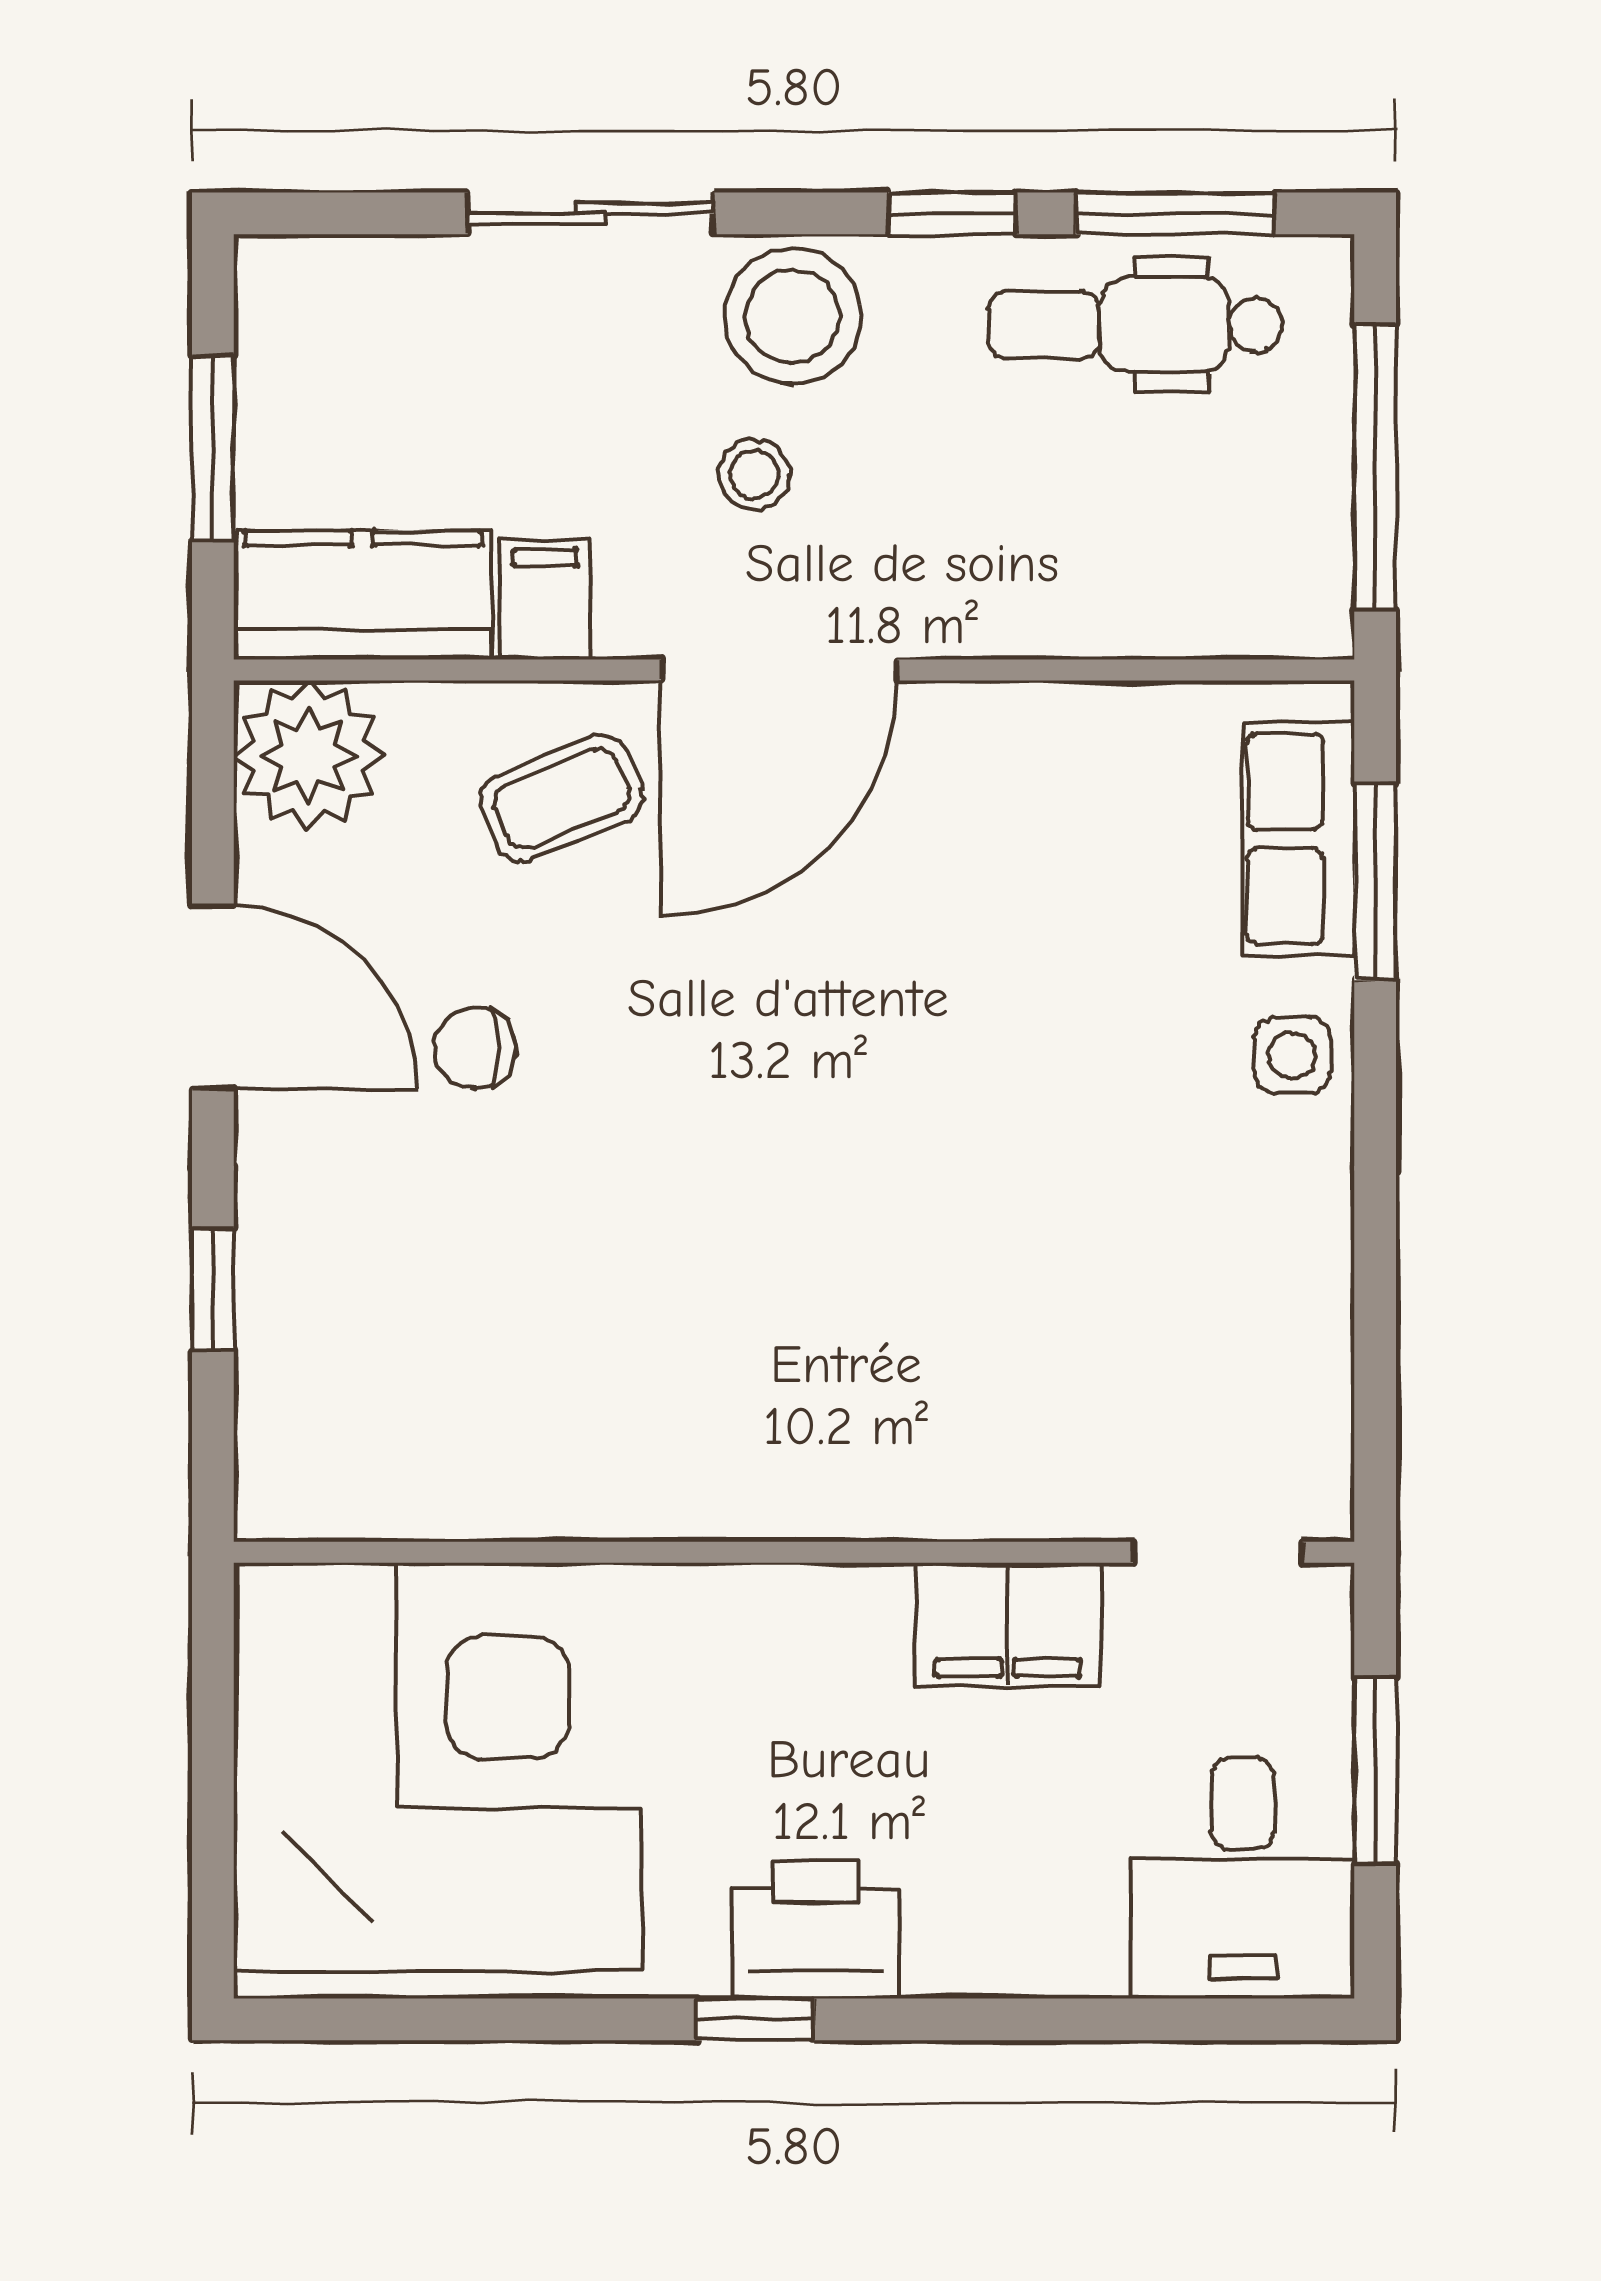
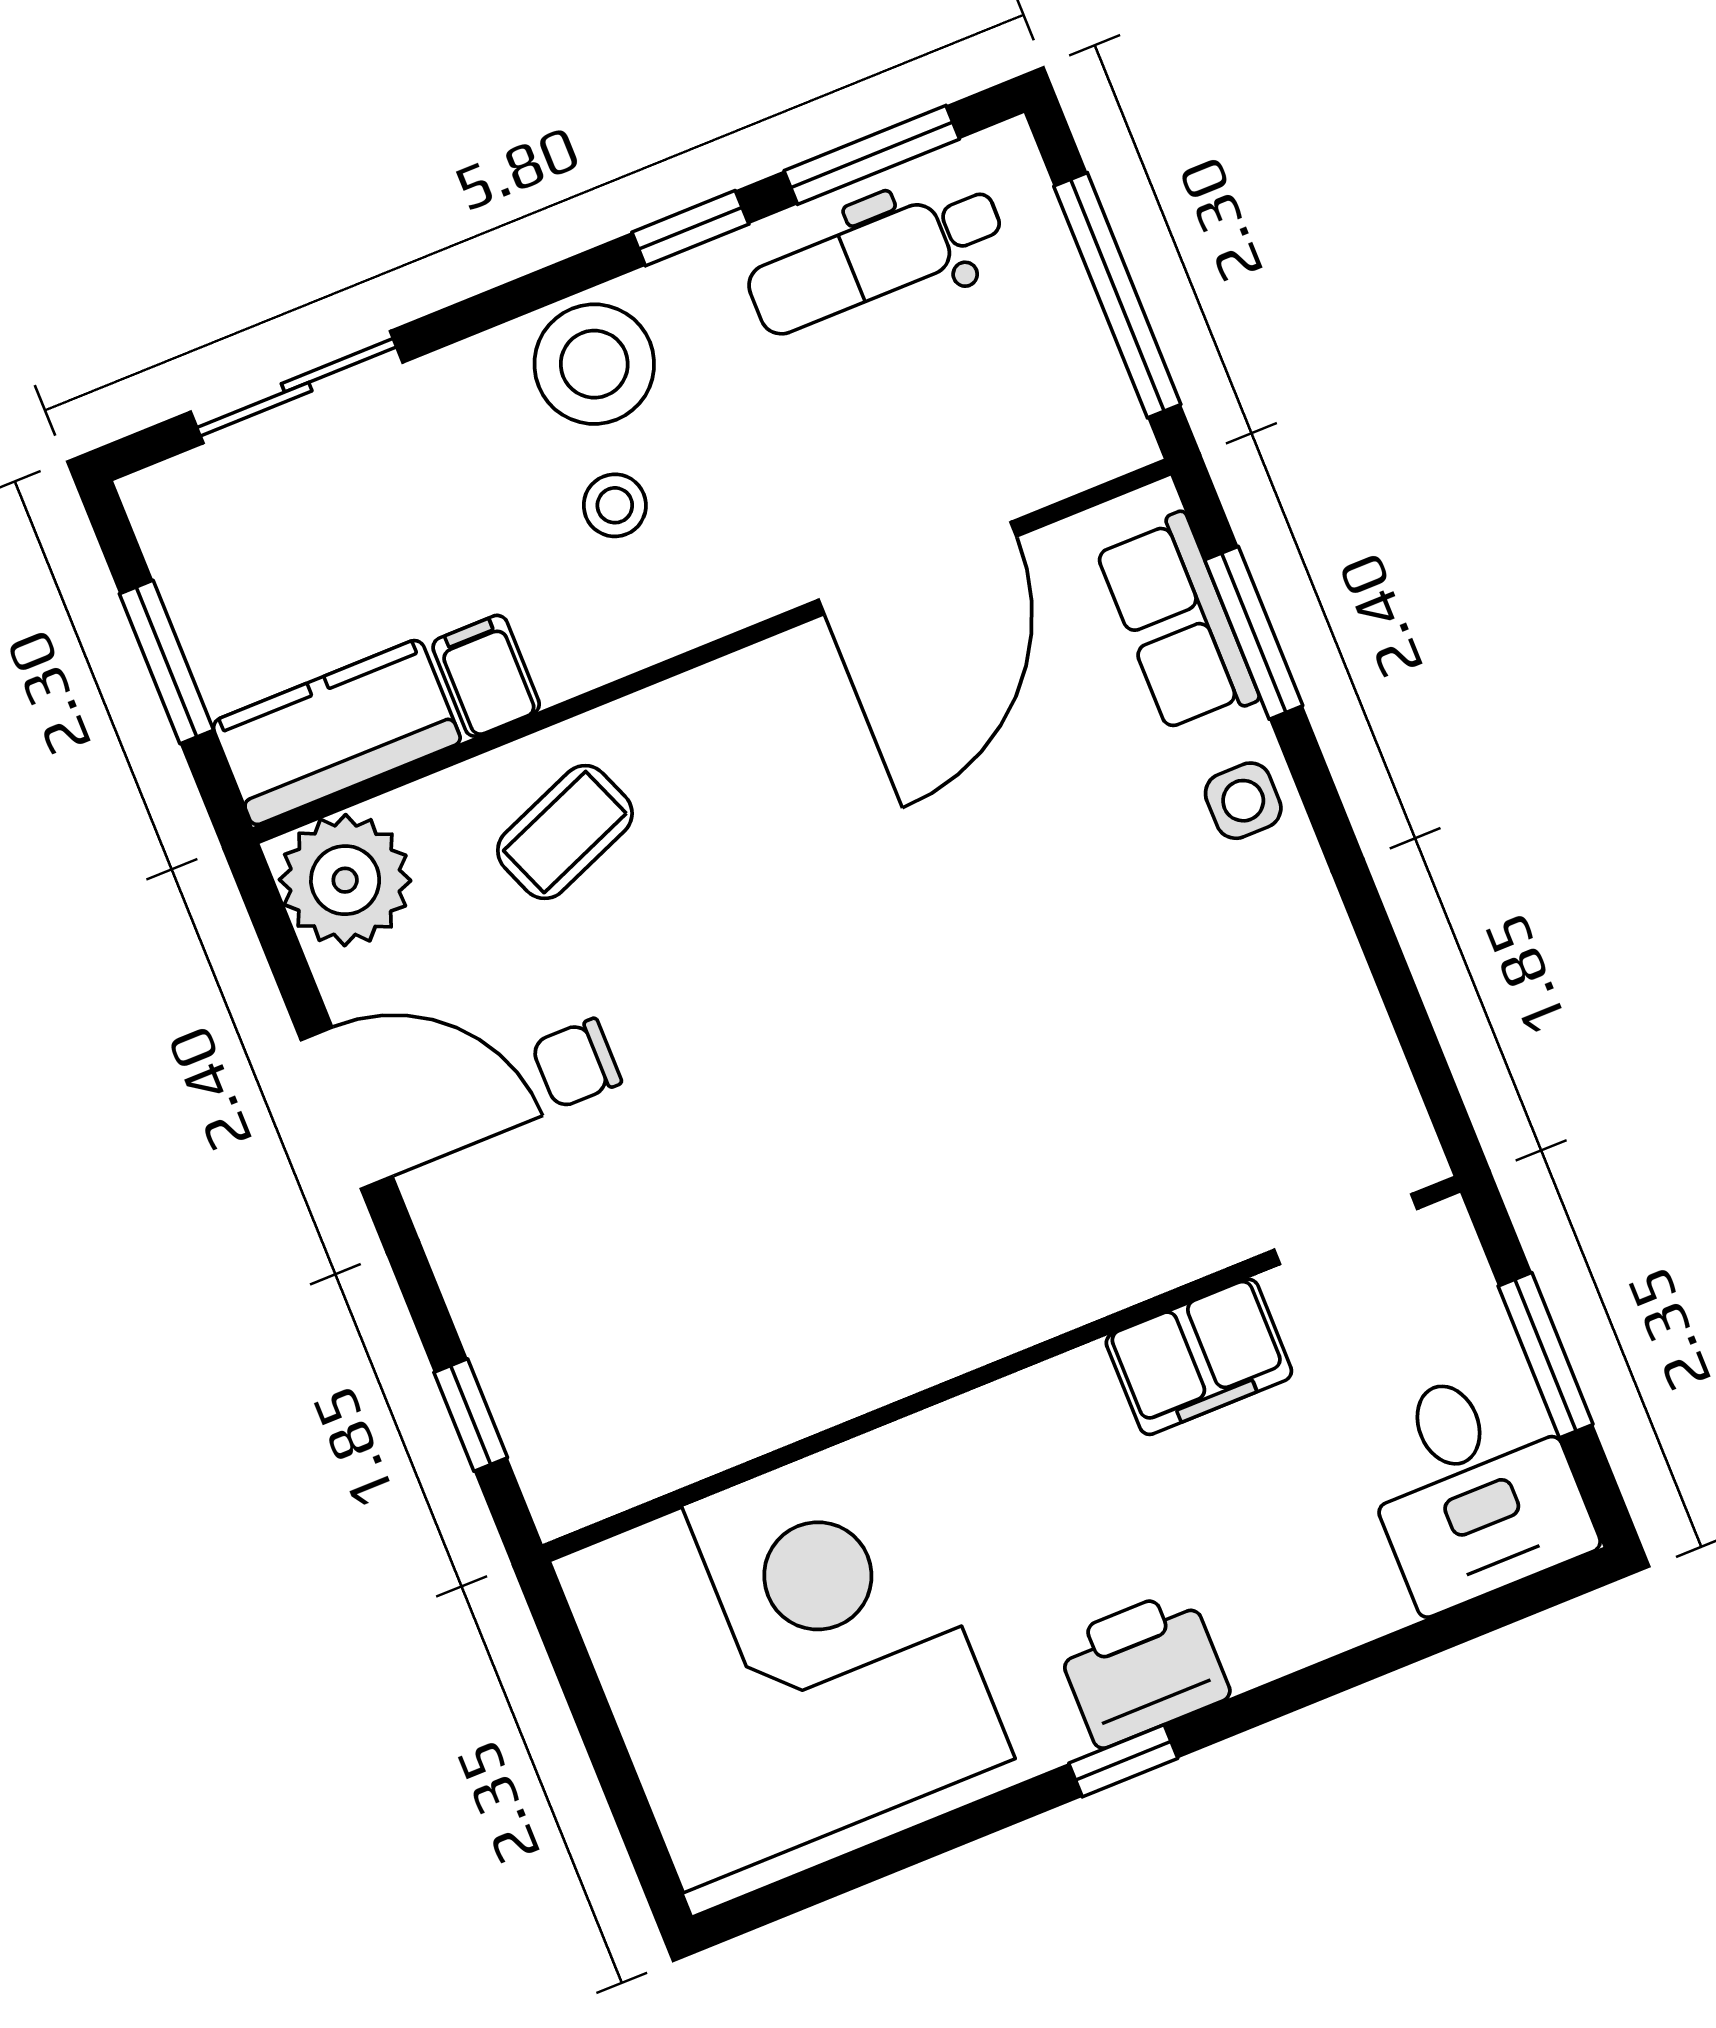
sliding door: (591, 213) -> (297, 387), moved
door: (779, 670) -> (918, 568), moved
window: (213, 1289) -> (471, 1415), moved

